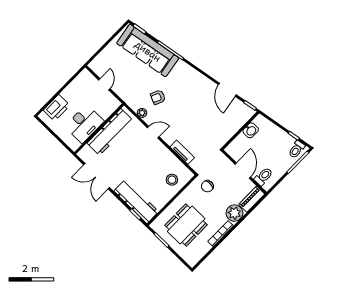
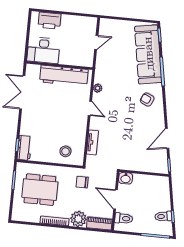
armchair: (158, 97) -> (147, 100), moved
desk: (84, 124) -> (43, 50), moved
washbasin: (251, 130) -> (126, 178), moved
toilet: (296, 149) -> (163, 216), moved
door: (243, 171) -> (115, 199), swing flipped
workbench: (136, 201) -> (24, 148), width x0.53, depth x0.76

